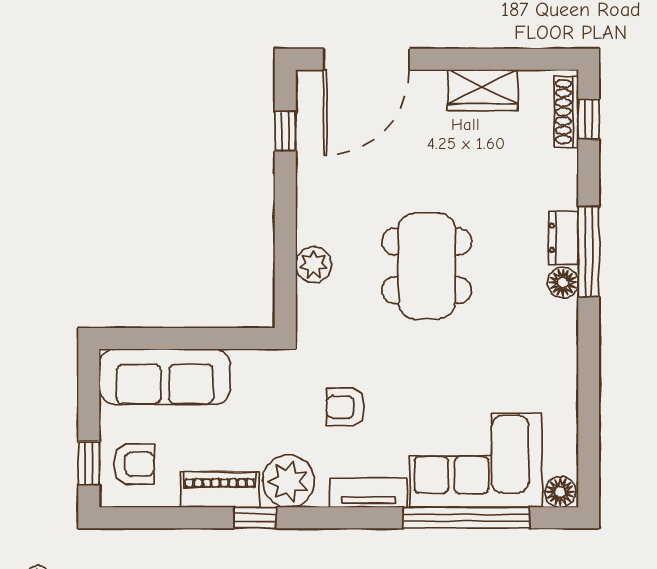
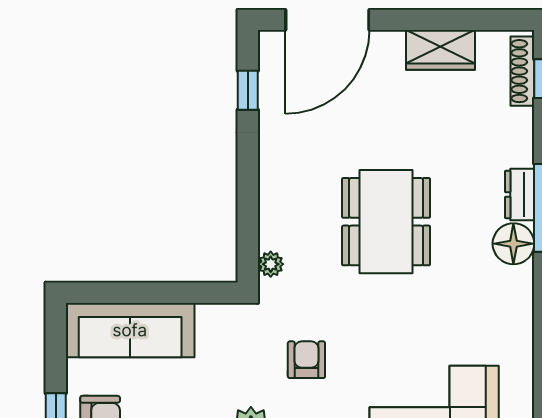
plant: (314, 265) -> (271, 264), moved, width x0.73, depth x0.73
floor lamp: (563, 283) -> (513, 244), width x1.38, depth x1.38
armchair: (345, 407) -> (306, 360), turned 90

